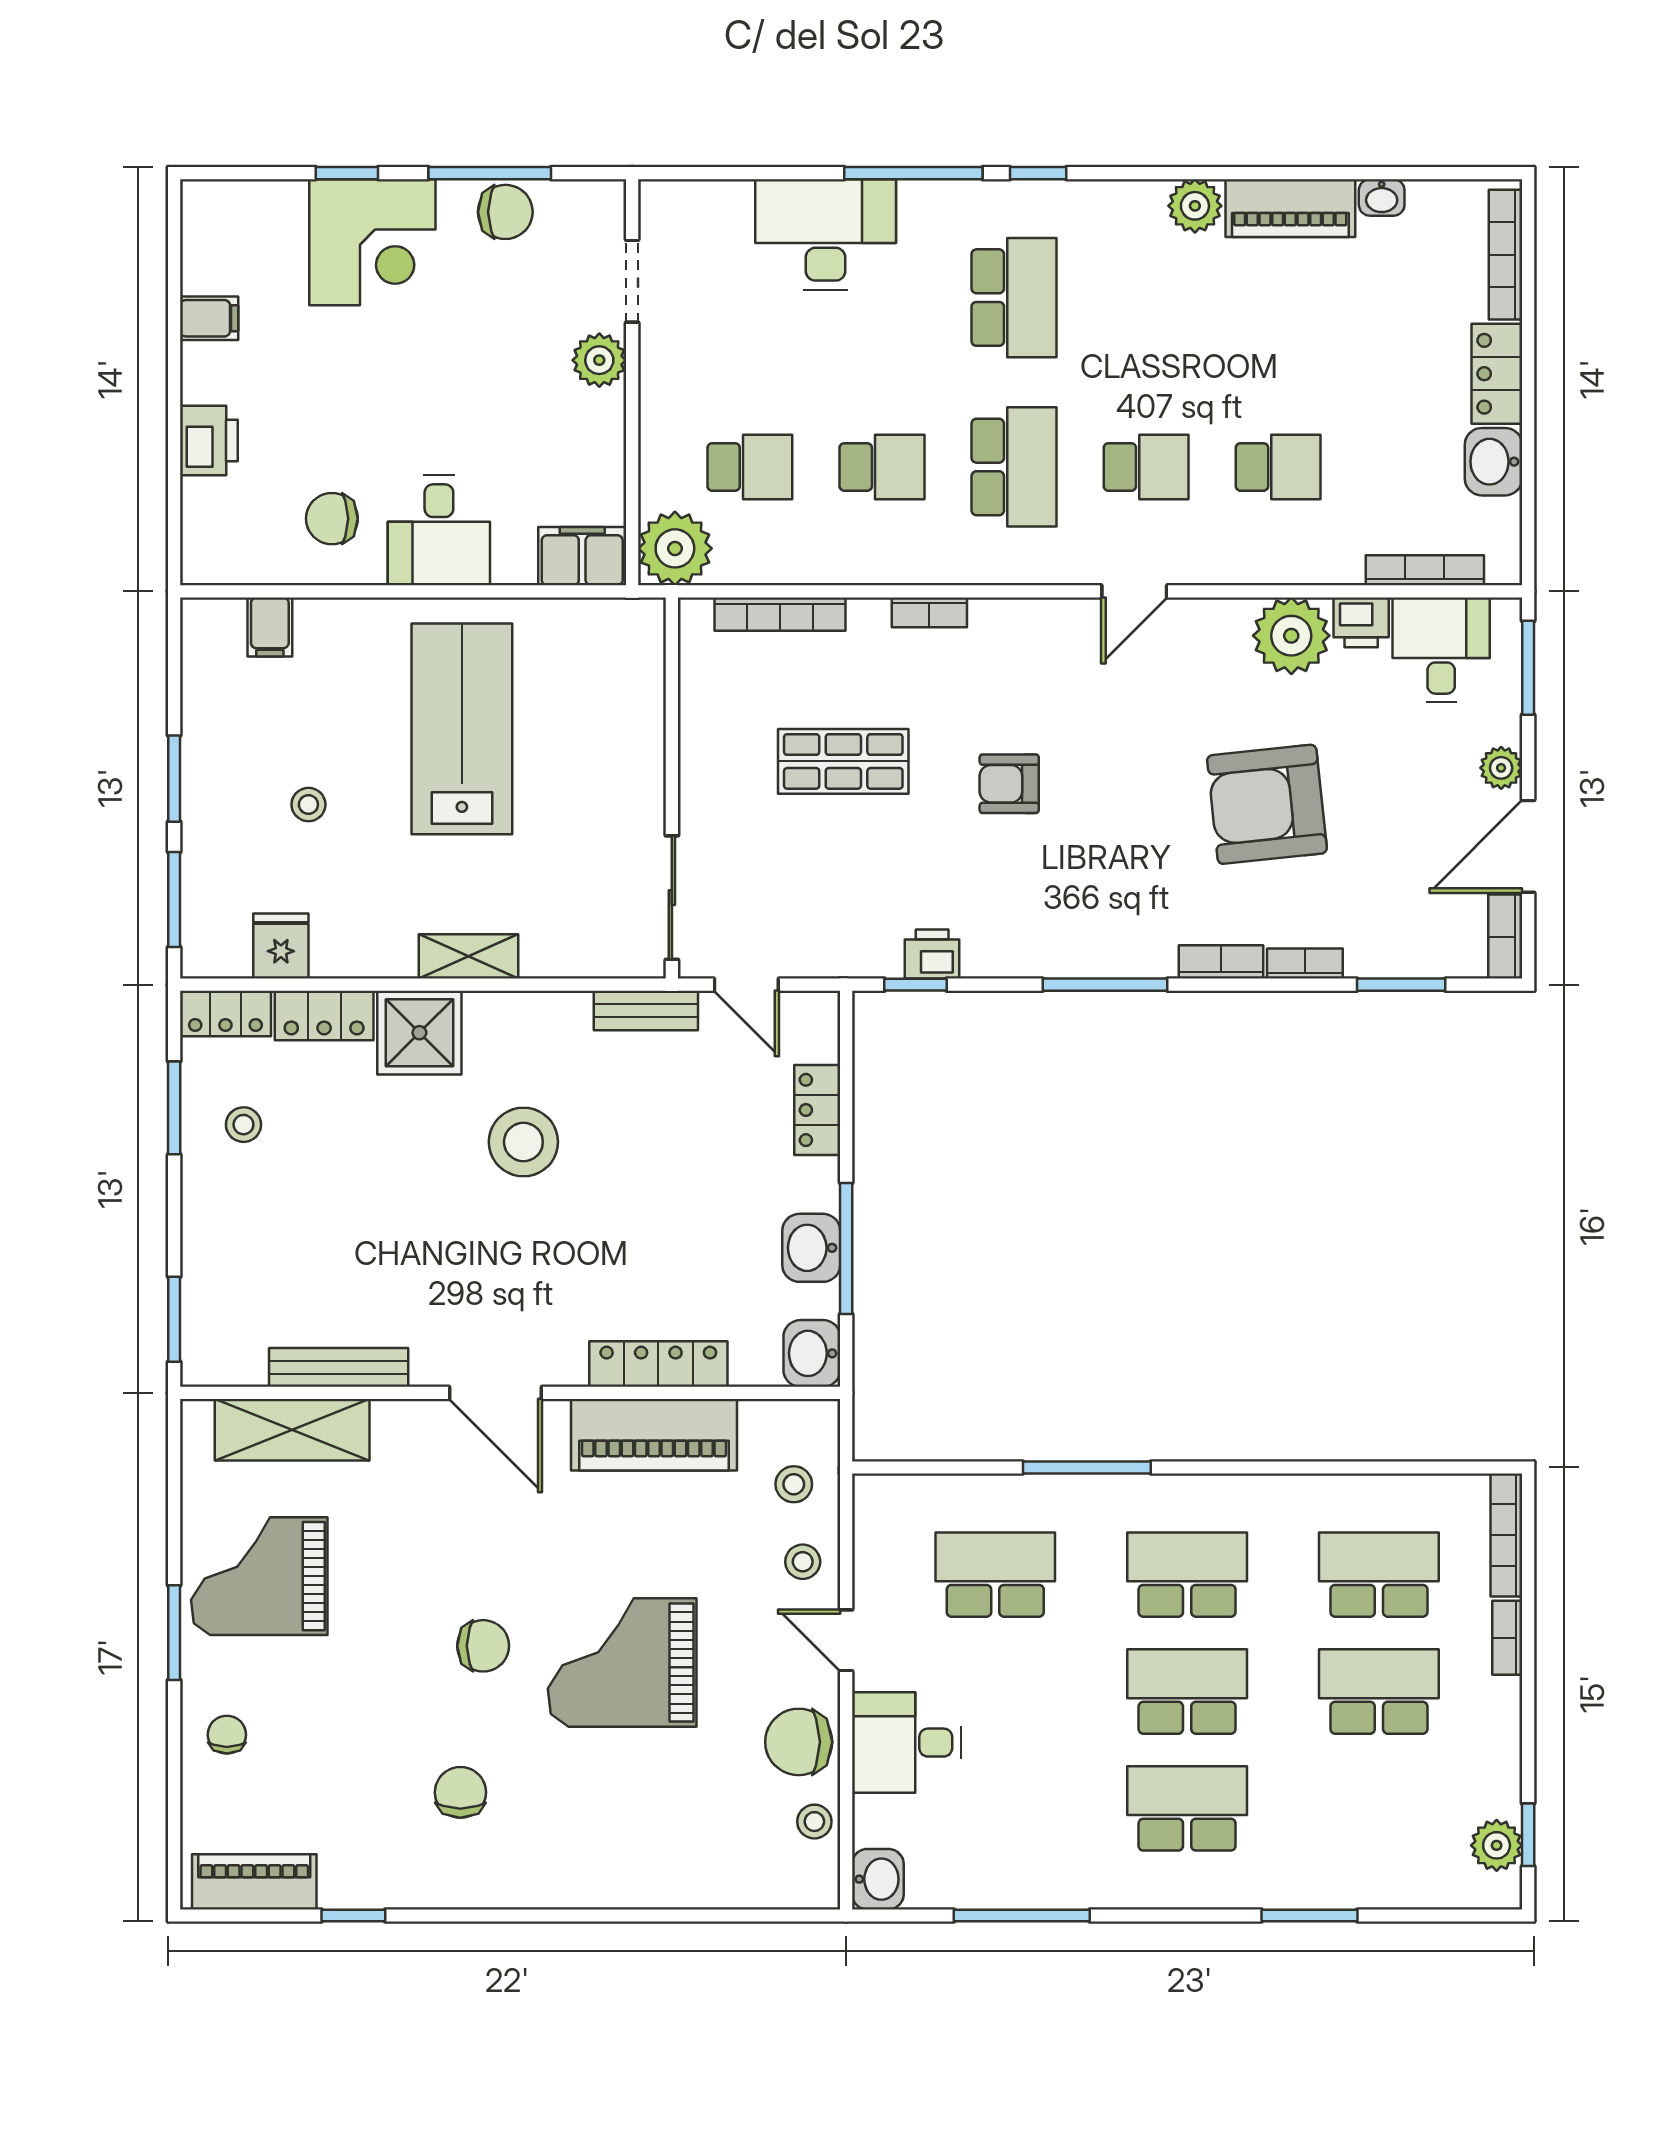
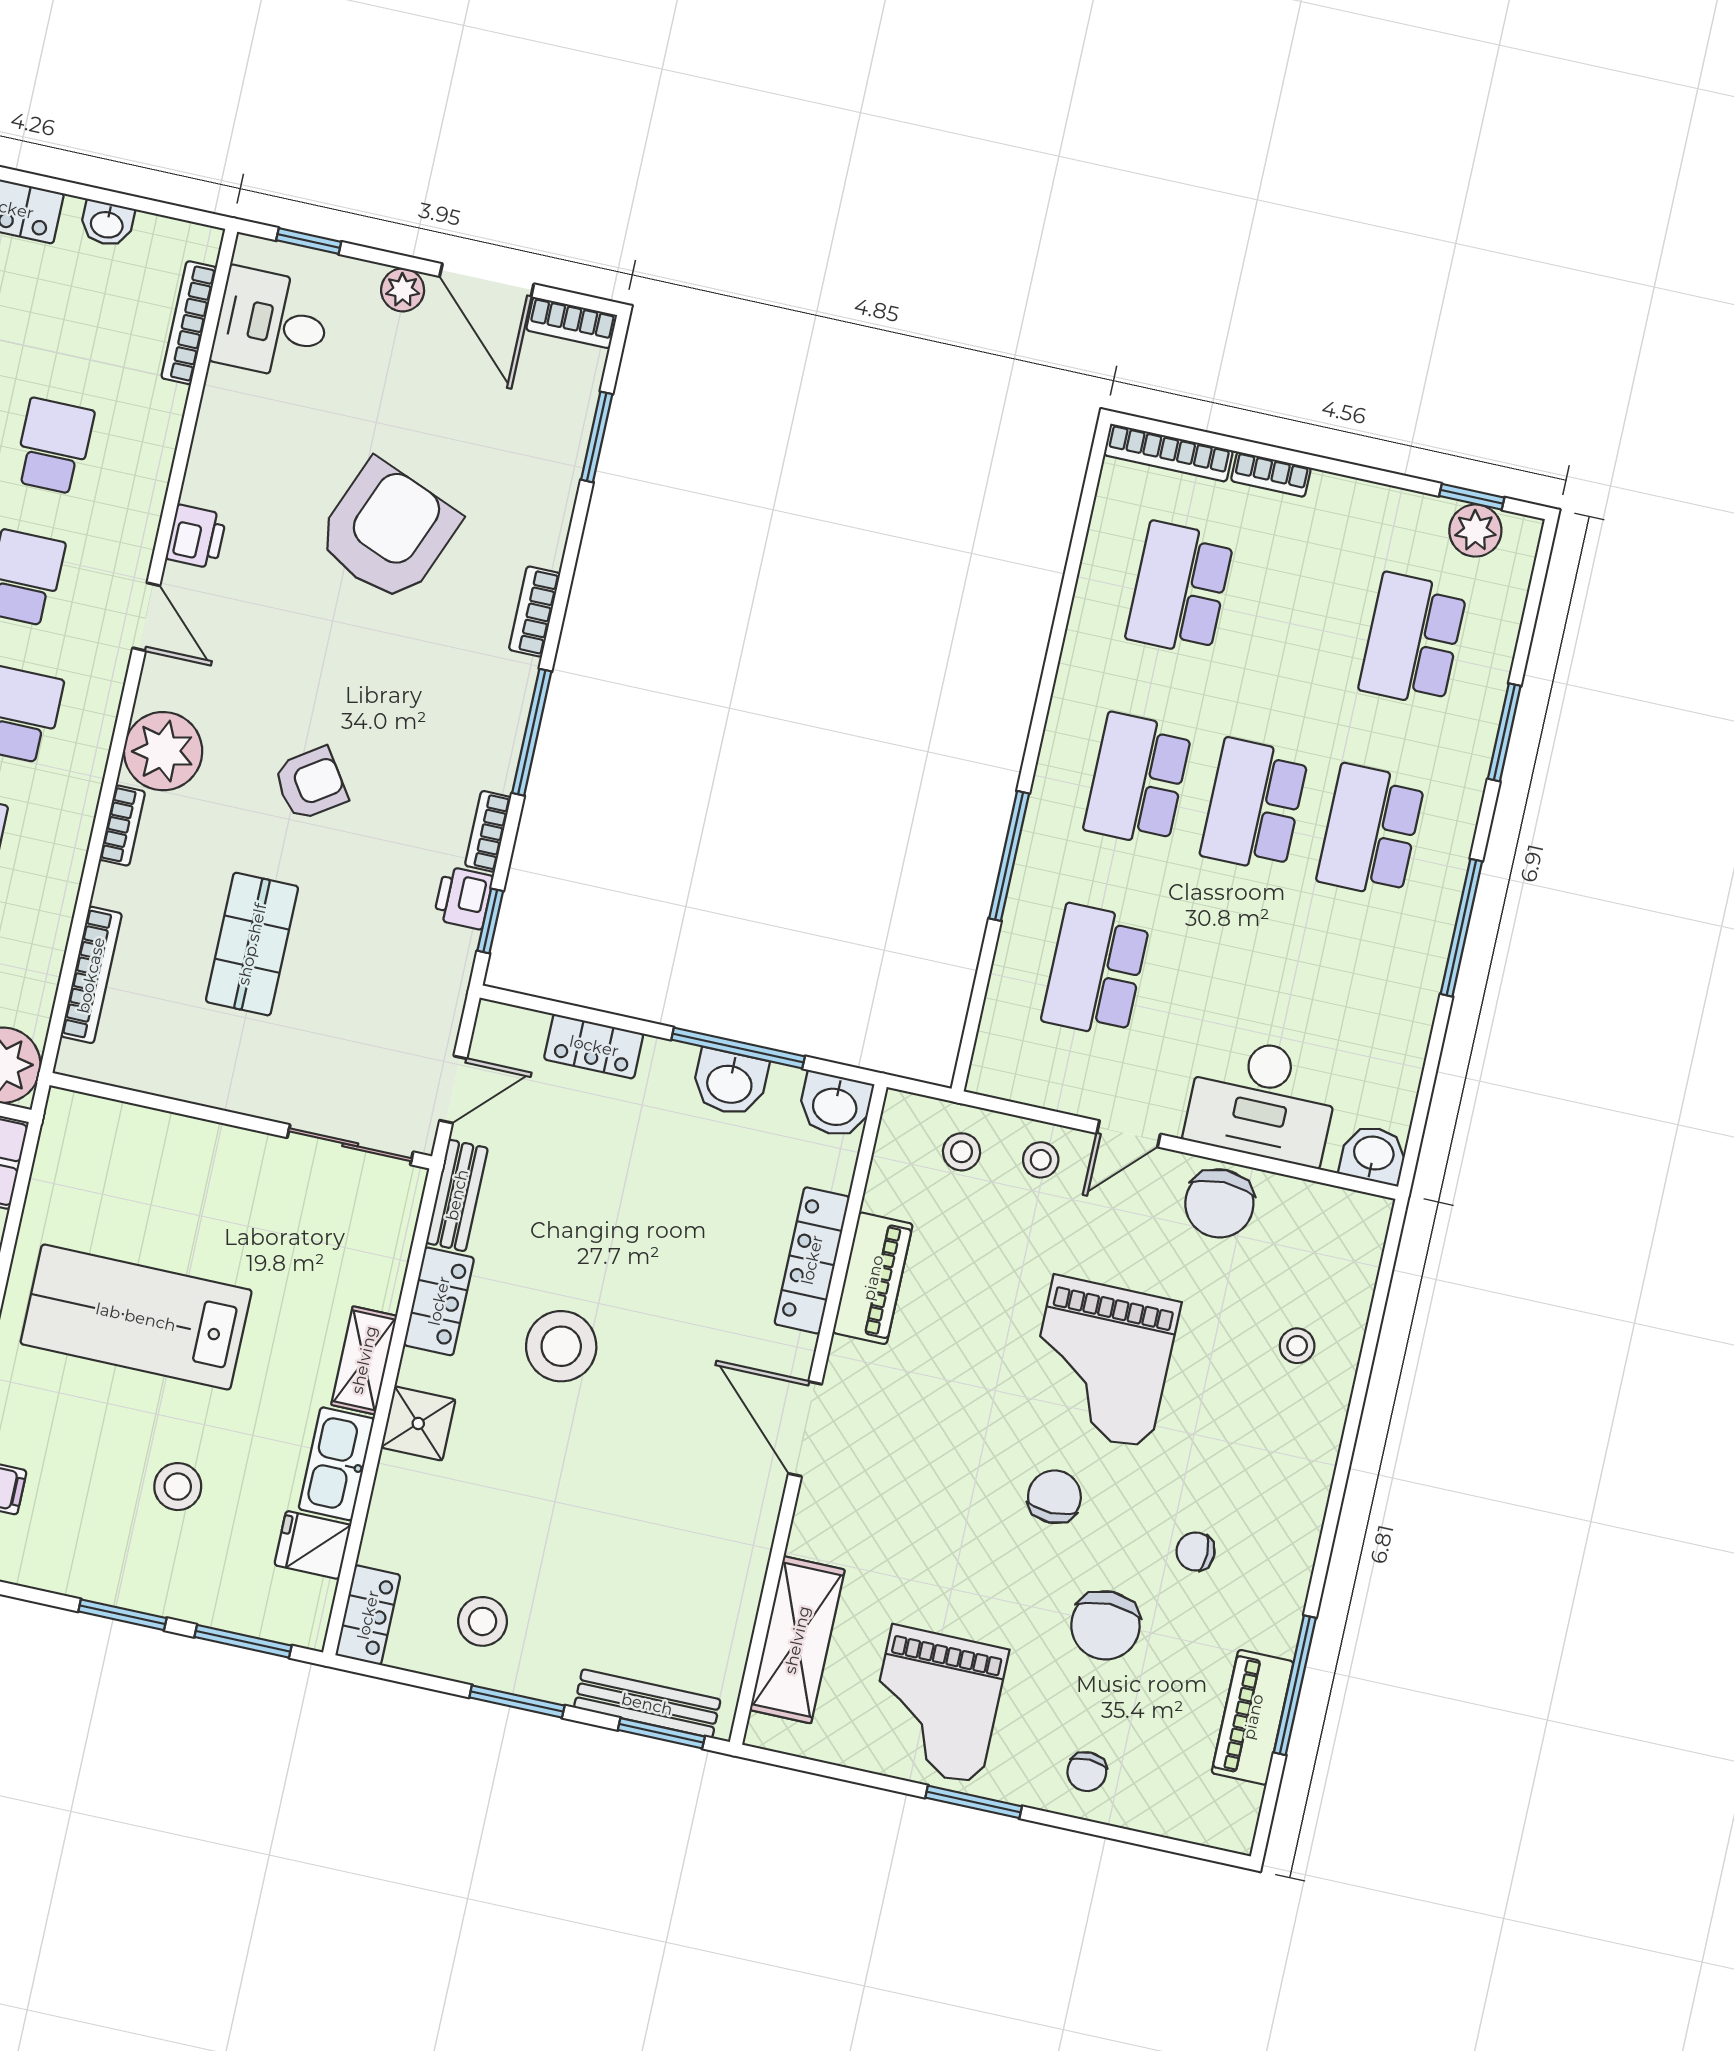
washbasin: (1493, 462) -> (107, 224), width x0.72, depth x0.69
printer: (1361, 622) -> (196, 537), moved
plant: (1291, 636) -> (163, 751), moved
window: (1528, 668) -> (309, 241), width x0.67
armchair: (1009, 784) -> (311, 784), turned -124
armchair: (1267, 804) -> (388, 531), turned -152
stool: (308, 805) -> (178, 1487), width x1.37, depth x1.37
kitchen sink: (364, 952) -> (336, 1464), added
bookcase: (1305, 964) -> (488, 831), moved
locker: (324, 1015) -> (439, 1301), moved
shower: (419, 1033) -> (418, 1423), width x0.73, depth x0.73
window: (174, 1108) -> (517, 1702), moved
stool: (243, 1125) -> (482, 1621), width x1.37, depth x1.37
bench: (339, 1367) -> (647, 1704), moved, turned 90
door: (496, 1393) -> (805, 1429), swing flipped
piano: (654, 1435) -> (873, 1278), width x0.73, depth x0.75
school desk: (1379, 1692) -> (1413, 640), moved
chair: (371, 1722) -> (1105, 1625), added
chair: (227, 1735) -> (1087, 1772), turned -88
desk: (906, 1743) -> (1262, 1100), width x1.37
chair: (460, 1792) -> (1196, 1551), width x0.73, depth x0.73
stool: (814, 1822) -> (1297, 1346), moved
piano: (254, 1882) -> (1253, 1717), moved
window: (353, 1916) -> (1295, 1685), width x2.17
window: (1022, 1916) -> (1461, 928), moved

